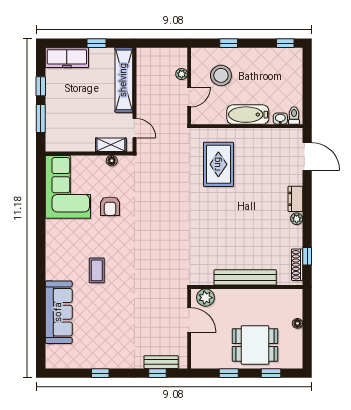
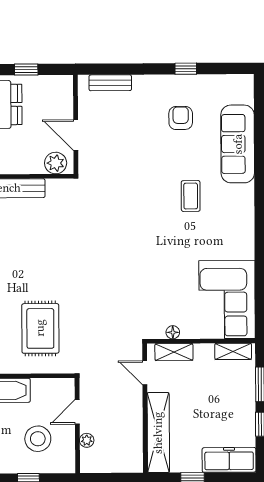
shelving: (63, 145) -> (233, 351), added
armchair: (110, 206) -> (181, 118), moved
window: (158, 373) -> (115, 69), removed

